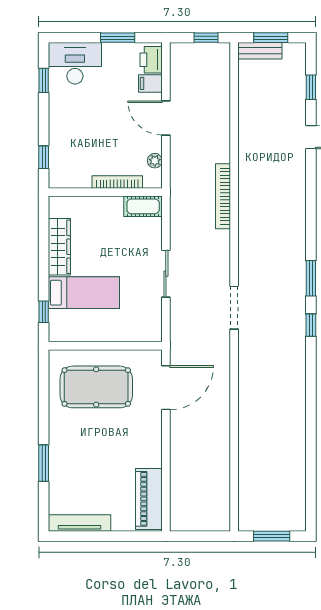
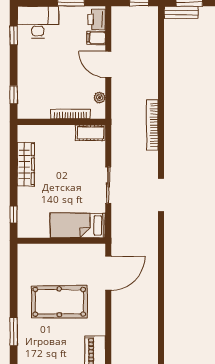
bed: (84, 293) -> (78, 225), moved, turned 180
doorway: (234, 308) -> (161, 195), moved
pool table: (96, 387) -> (59, 302), moved

